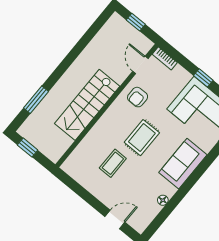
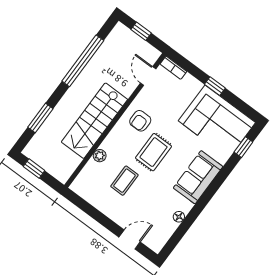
window: (79, 47) -> (83, 61), added
armchair: (138, 97) -> (140, 121), moved
plant: (91, 138) -> (100, 156), added

